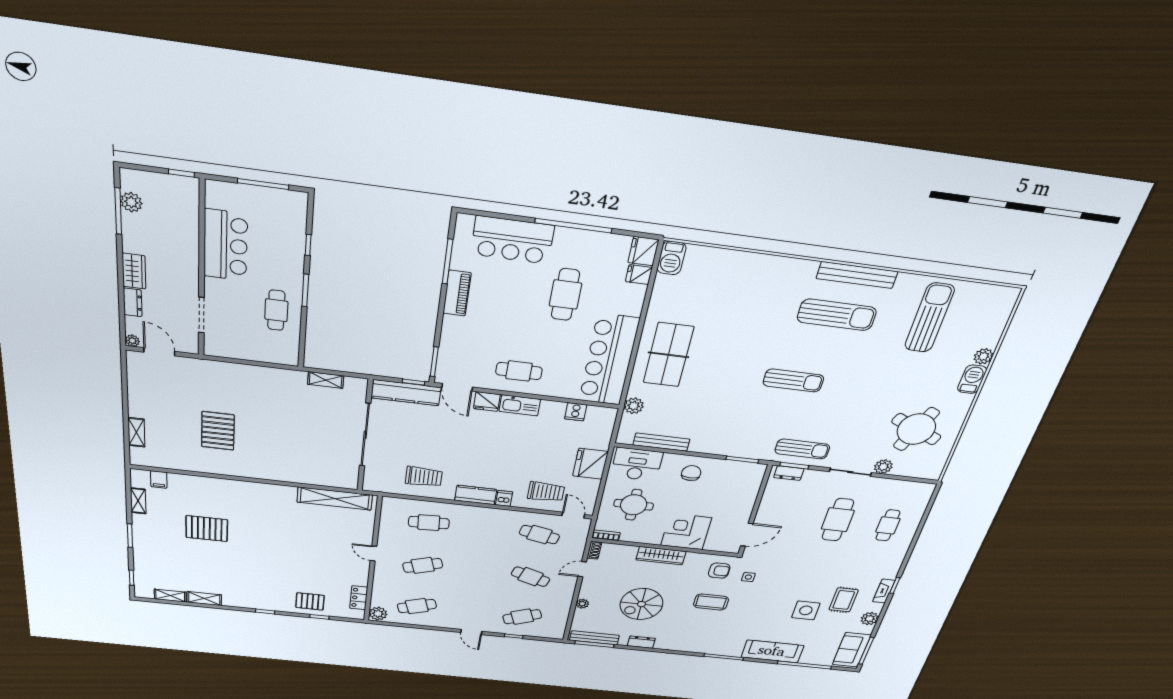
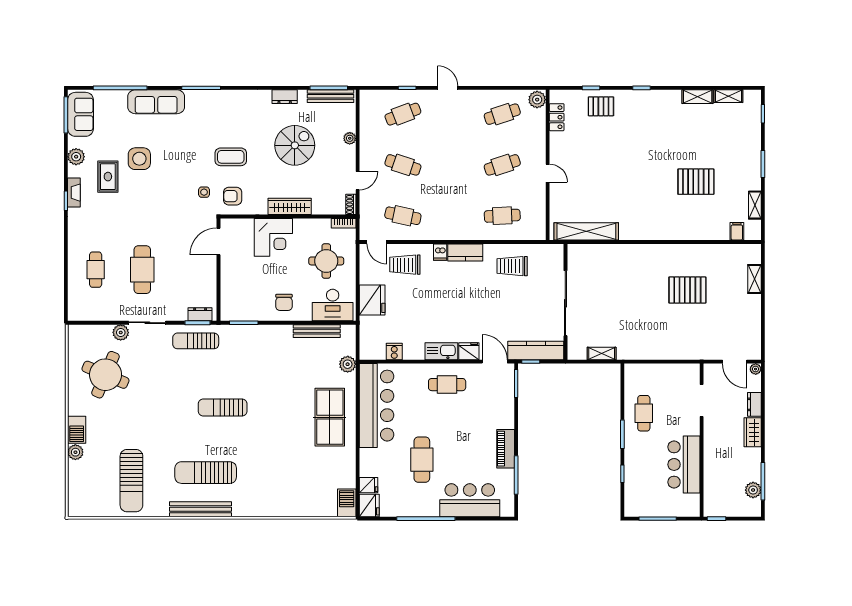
pallet: (218, 431) -> (687, 290), turned 90

